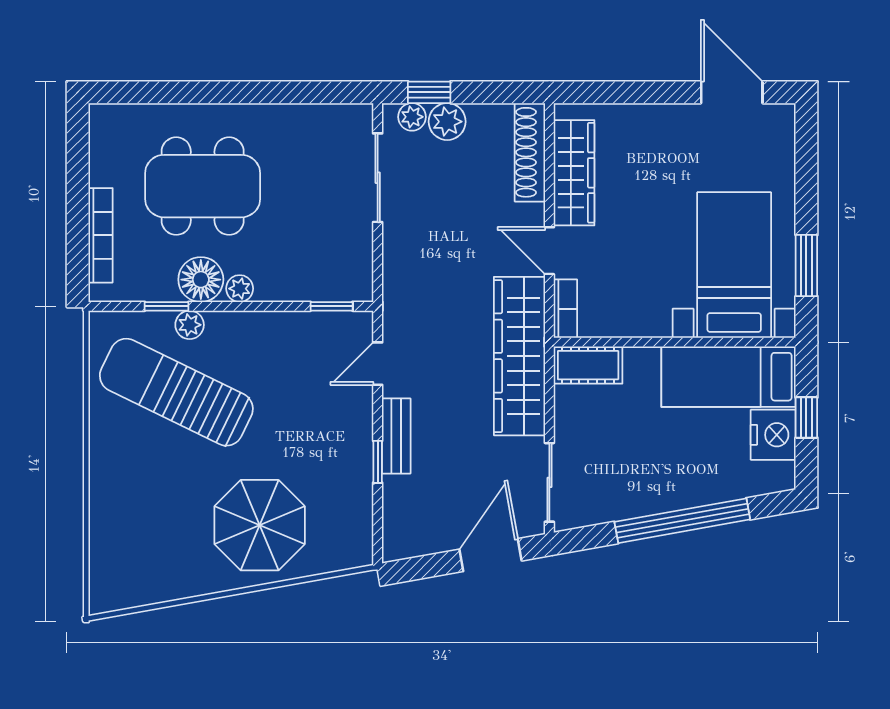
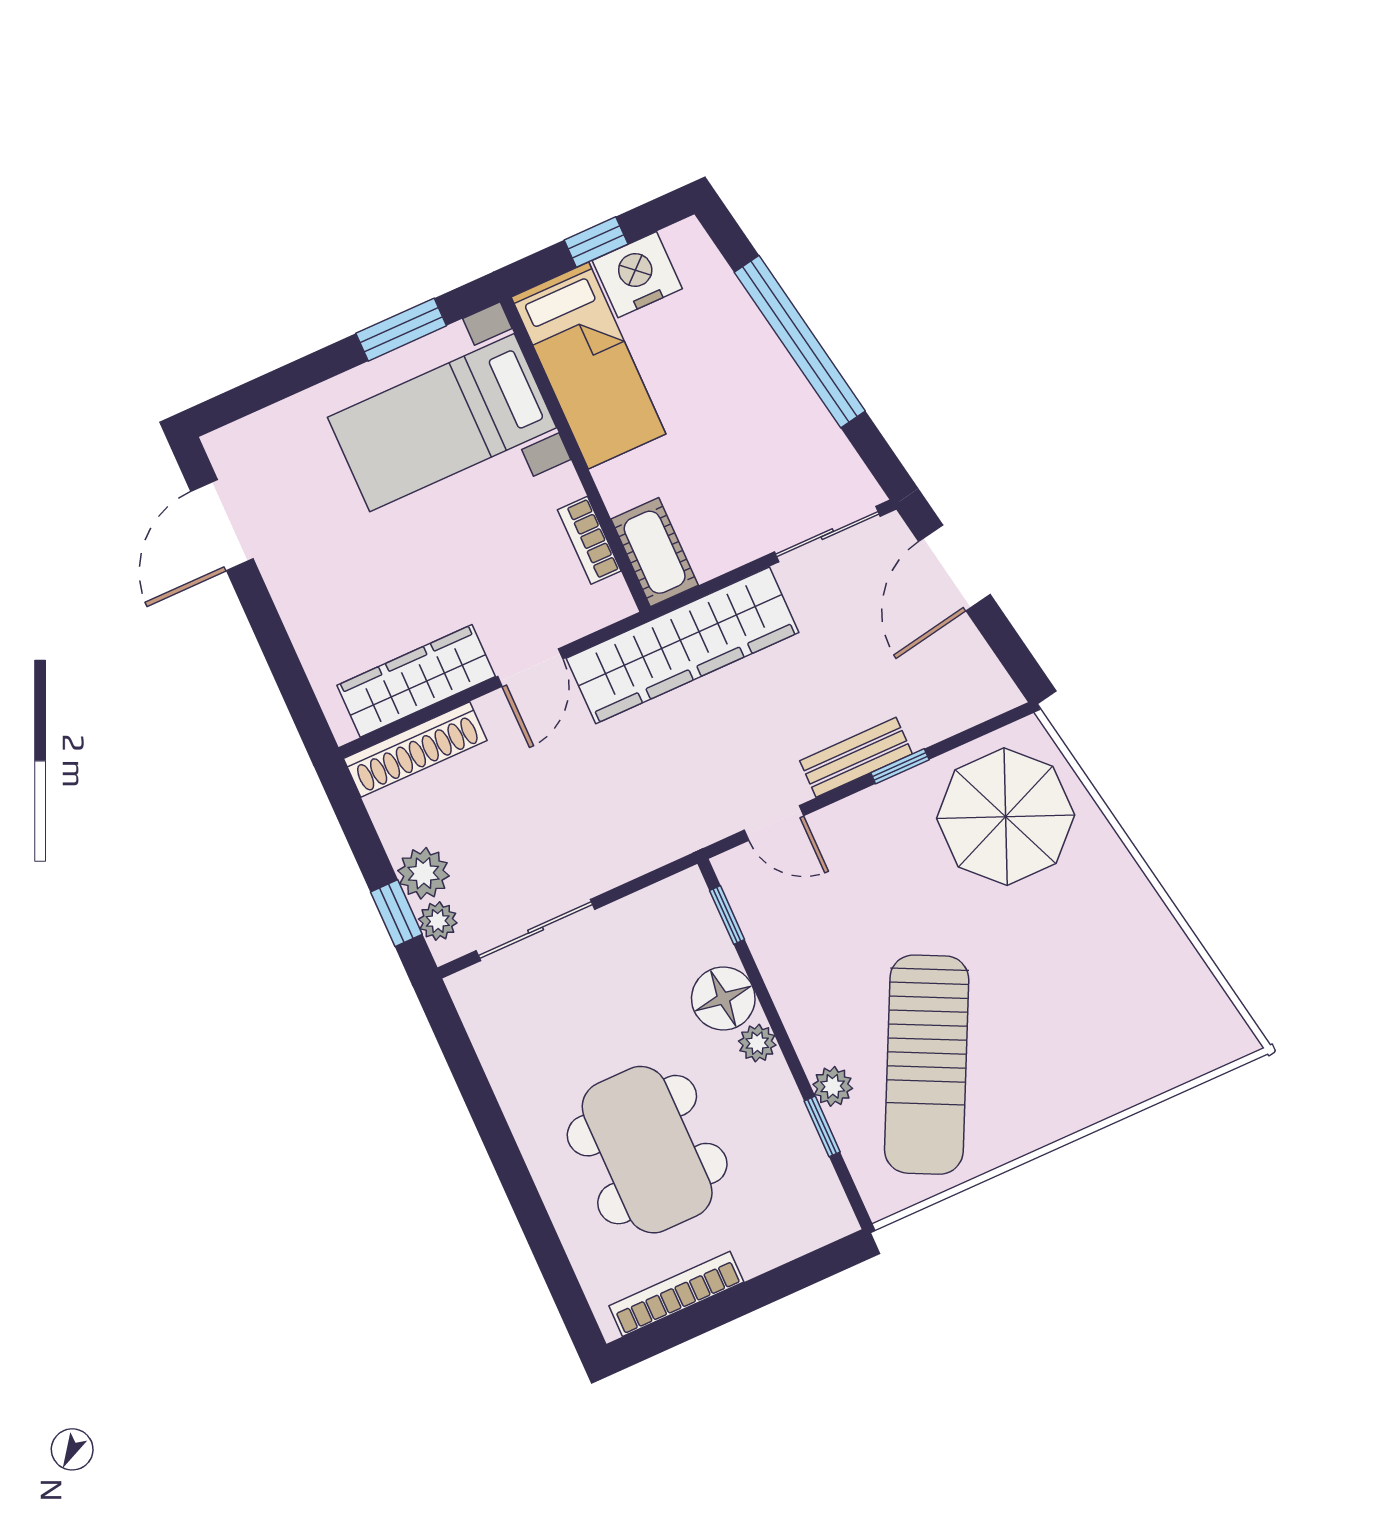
bookcase: (101, 235) -> (676, 1294), moved
floor lamp: (201, 280) -> (723, 998), moved
bookcase: (565, 309) -> (589, 540), moved, turned -90
parasol: (260, 525) -> (1006, 817), moved
door: (490, 555) -> (954, 568), hinge flipped

